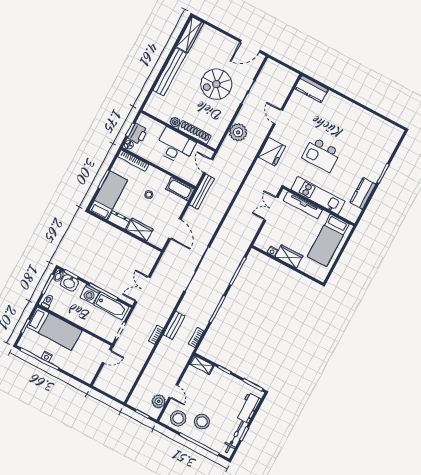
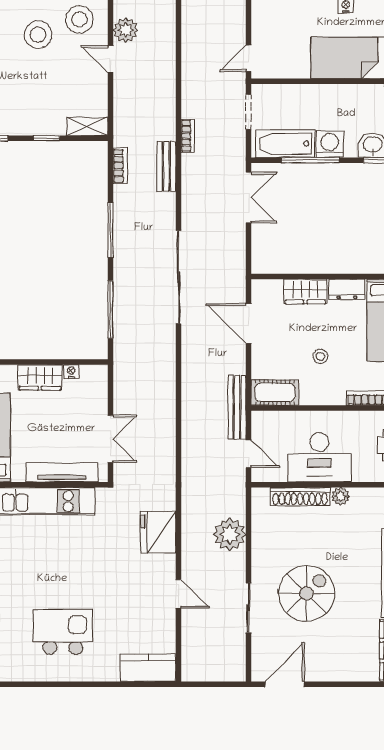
kitchen island: (321, 155) -> (63, 632), moved

